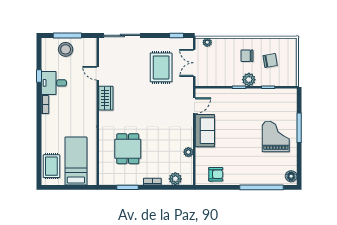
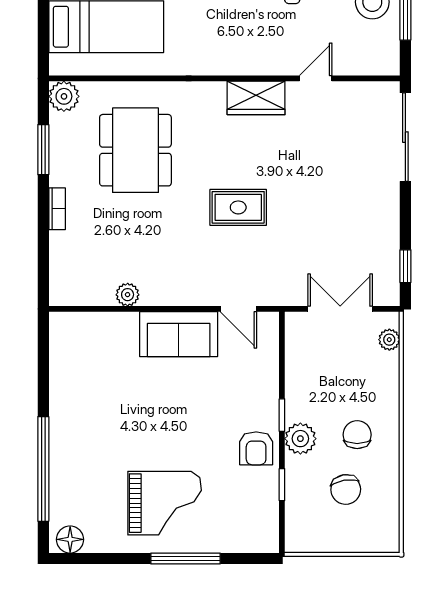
rug: (161, 67) -> (238, 207), moved, width x0.73, depth x0.70
dining table: (128, 149) -> (135, 150), width x1.38
armchair: (216, 174) -> (256, 448), moved
plant: (175, 179) -> (64, 96), moved

